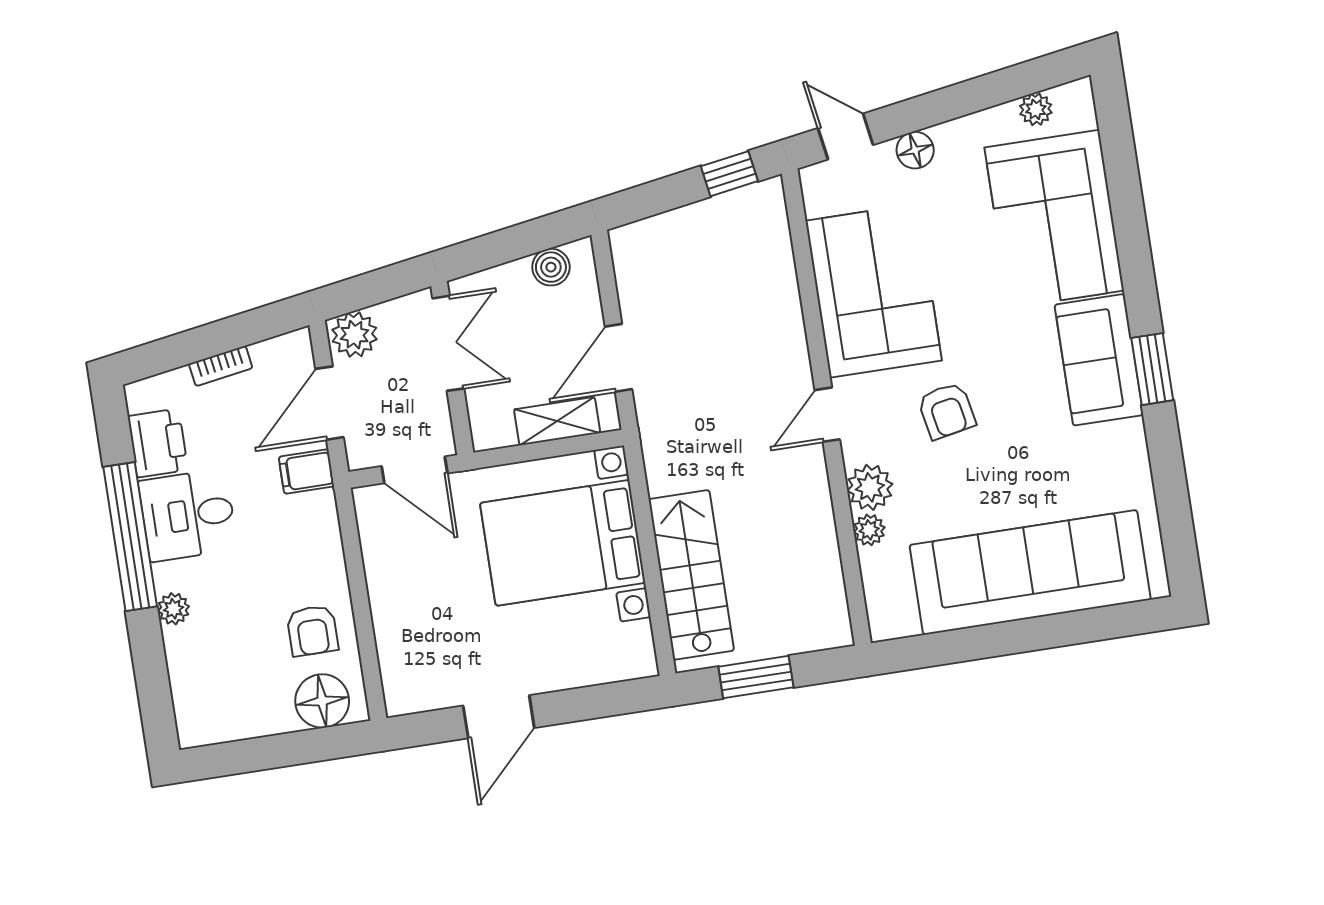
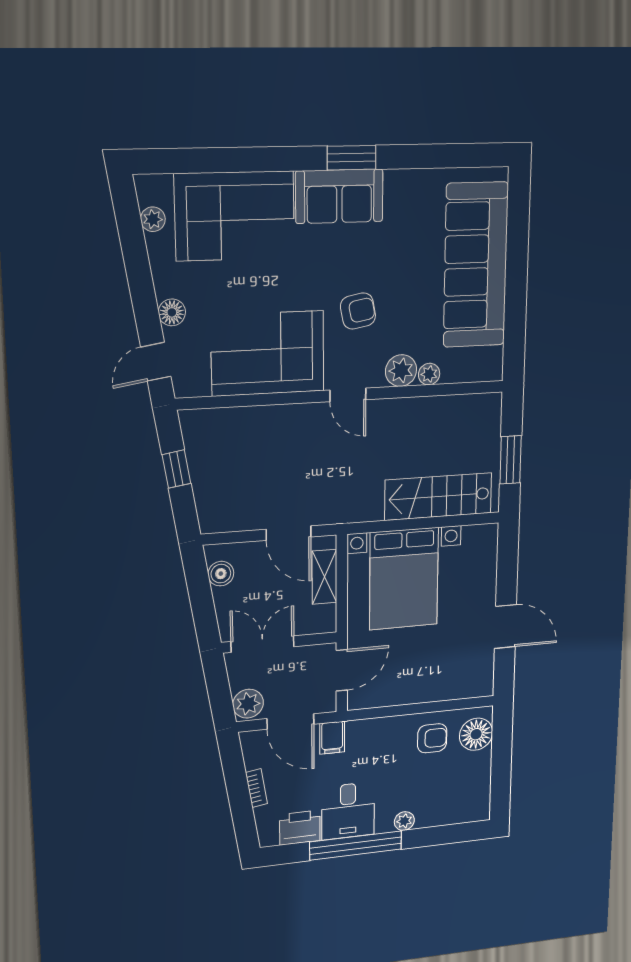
window: (729, 174) -> (176, 469), moved

